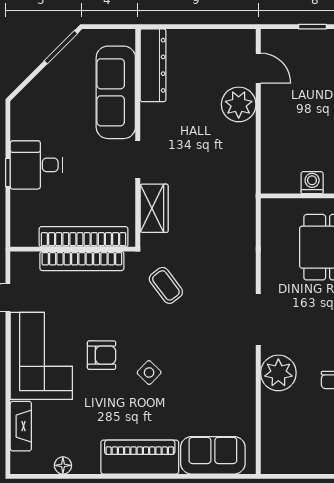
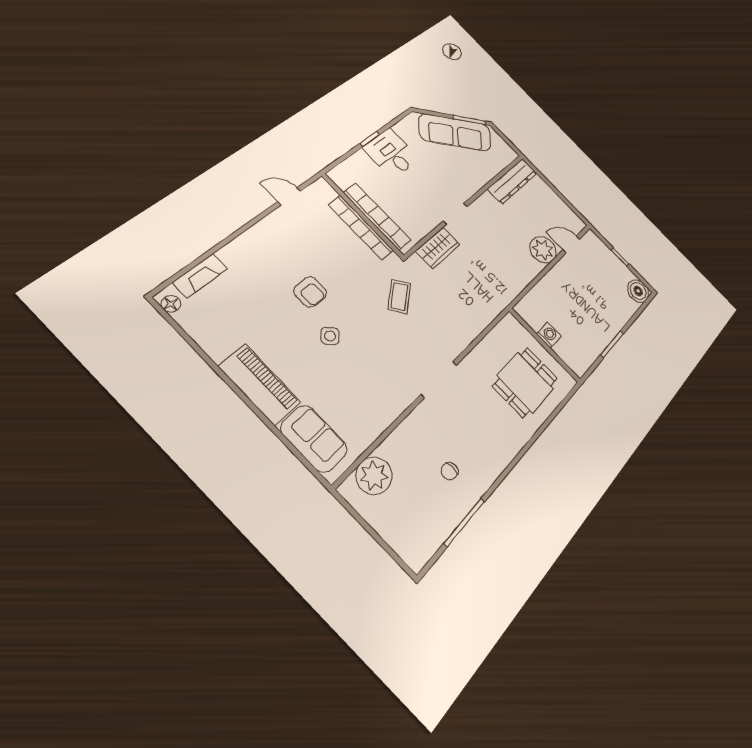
door: (258, 68) -> (571, 244), swing flipped
sofa: (116, 92) -> (455, 132), moved, turned -135
corner sofa: (41, 356) -> (269, 250), removed
plant: (278, 373) -> (374, 476), moved
floor lamp: (63, 465) -> (171, 304), moved

